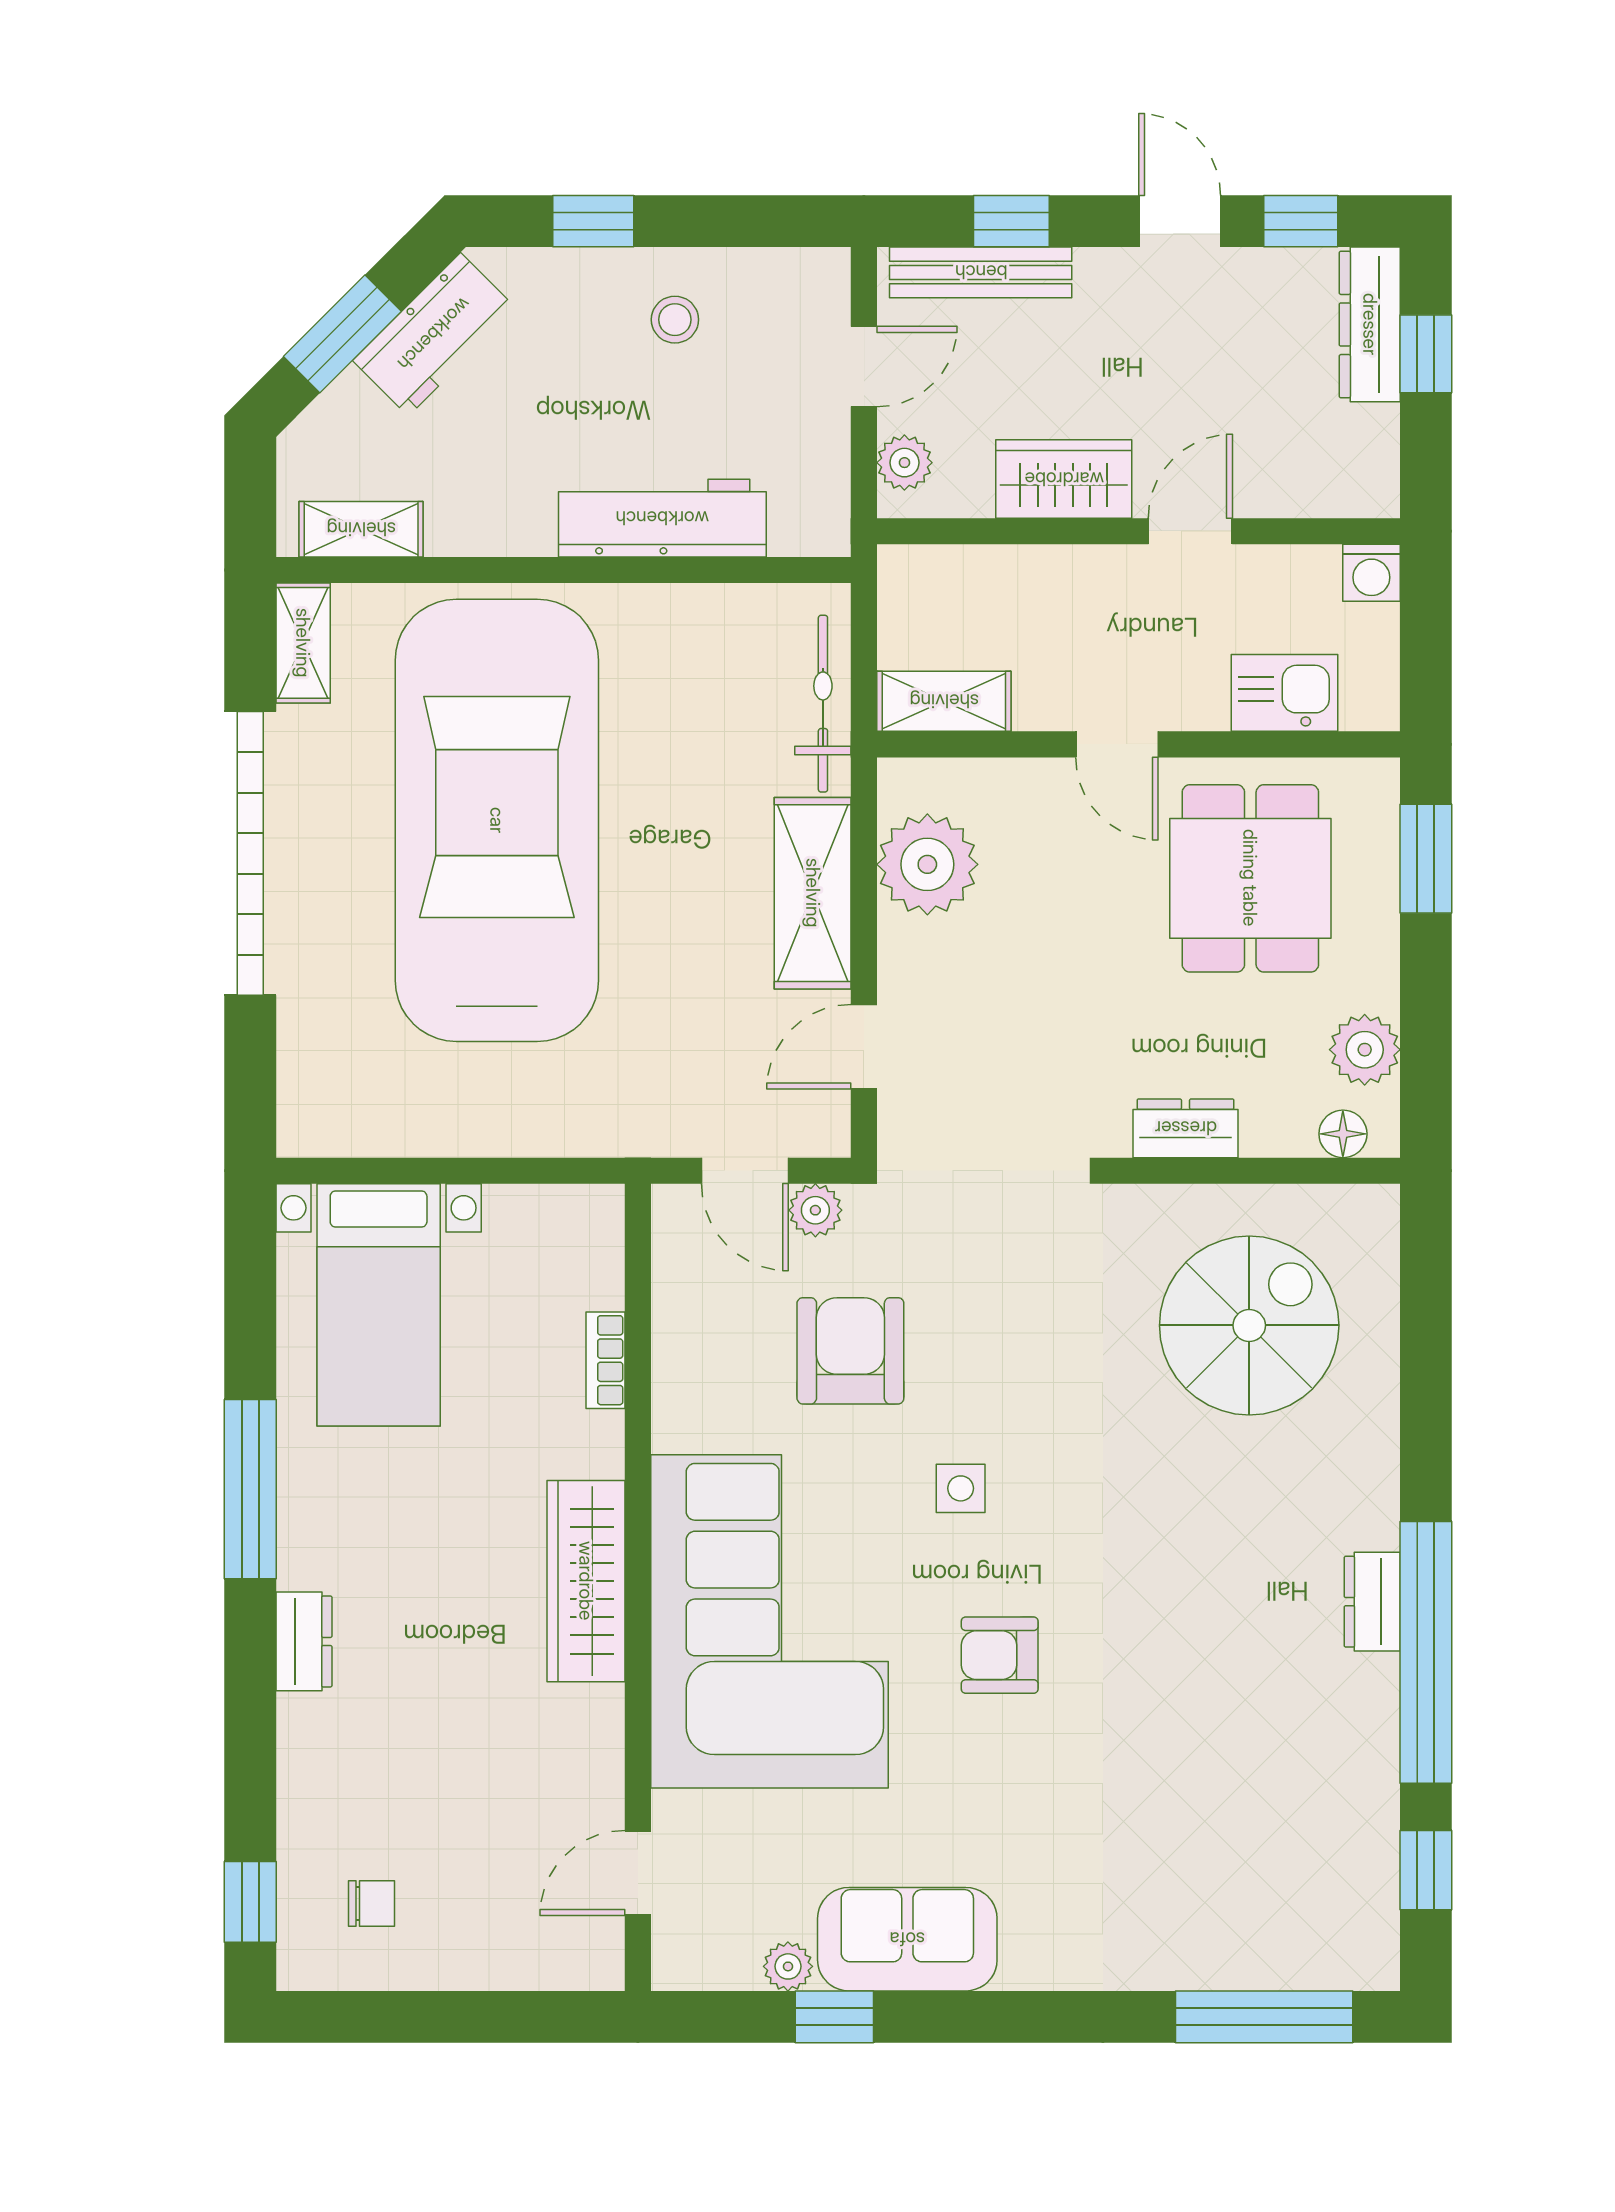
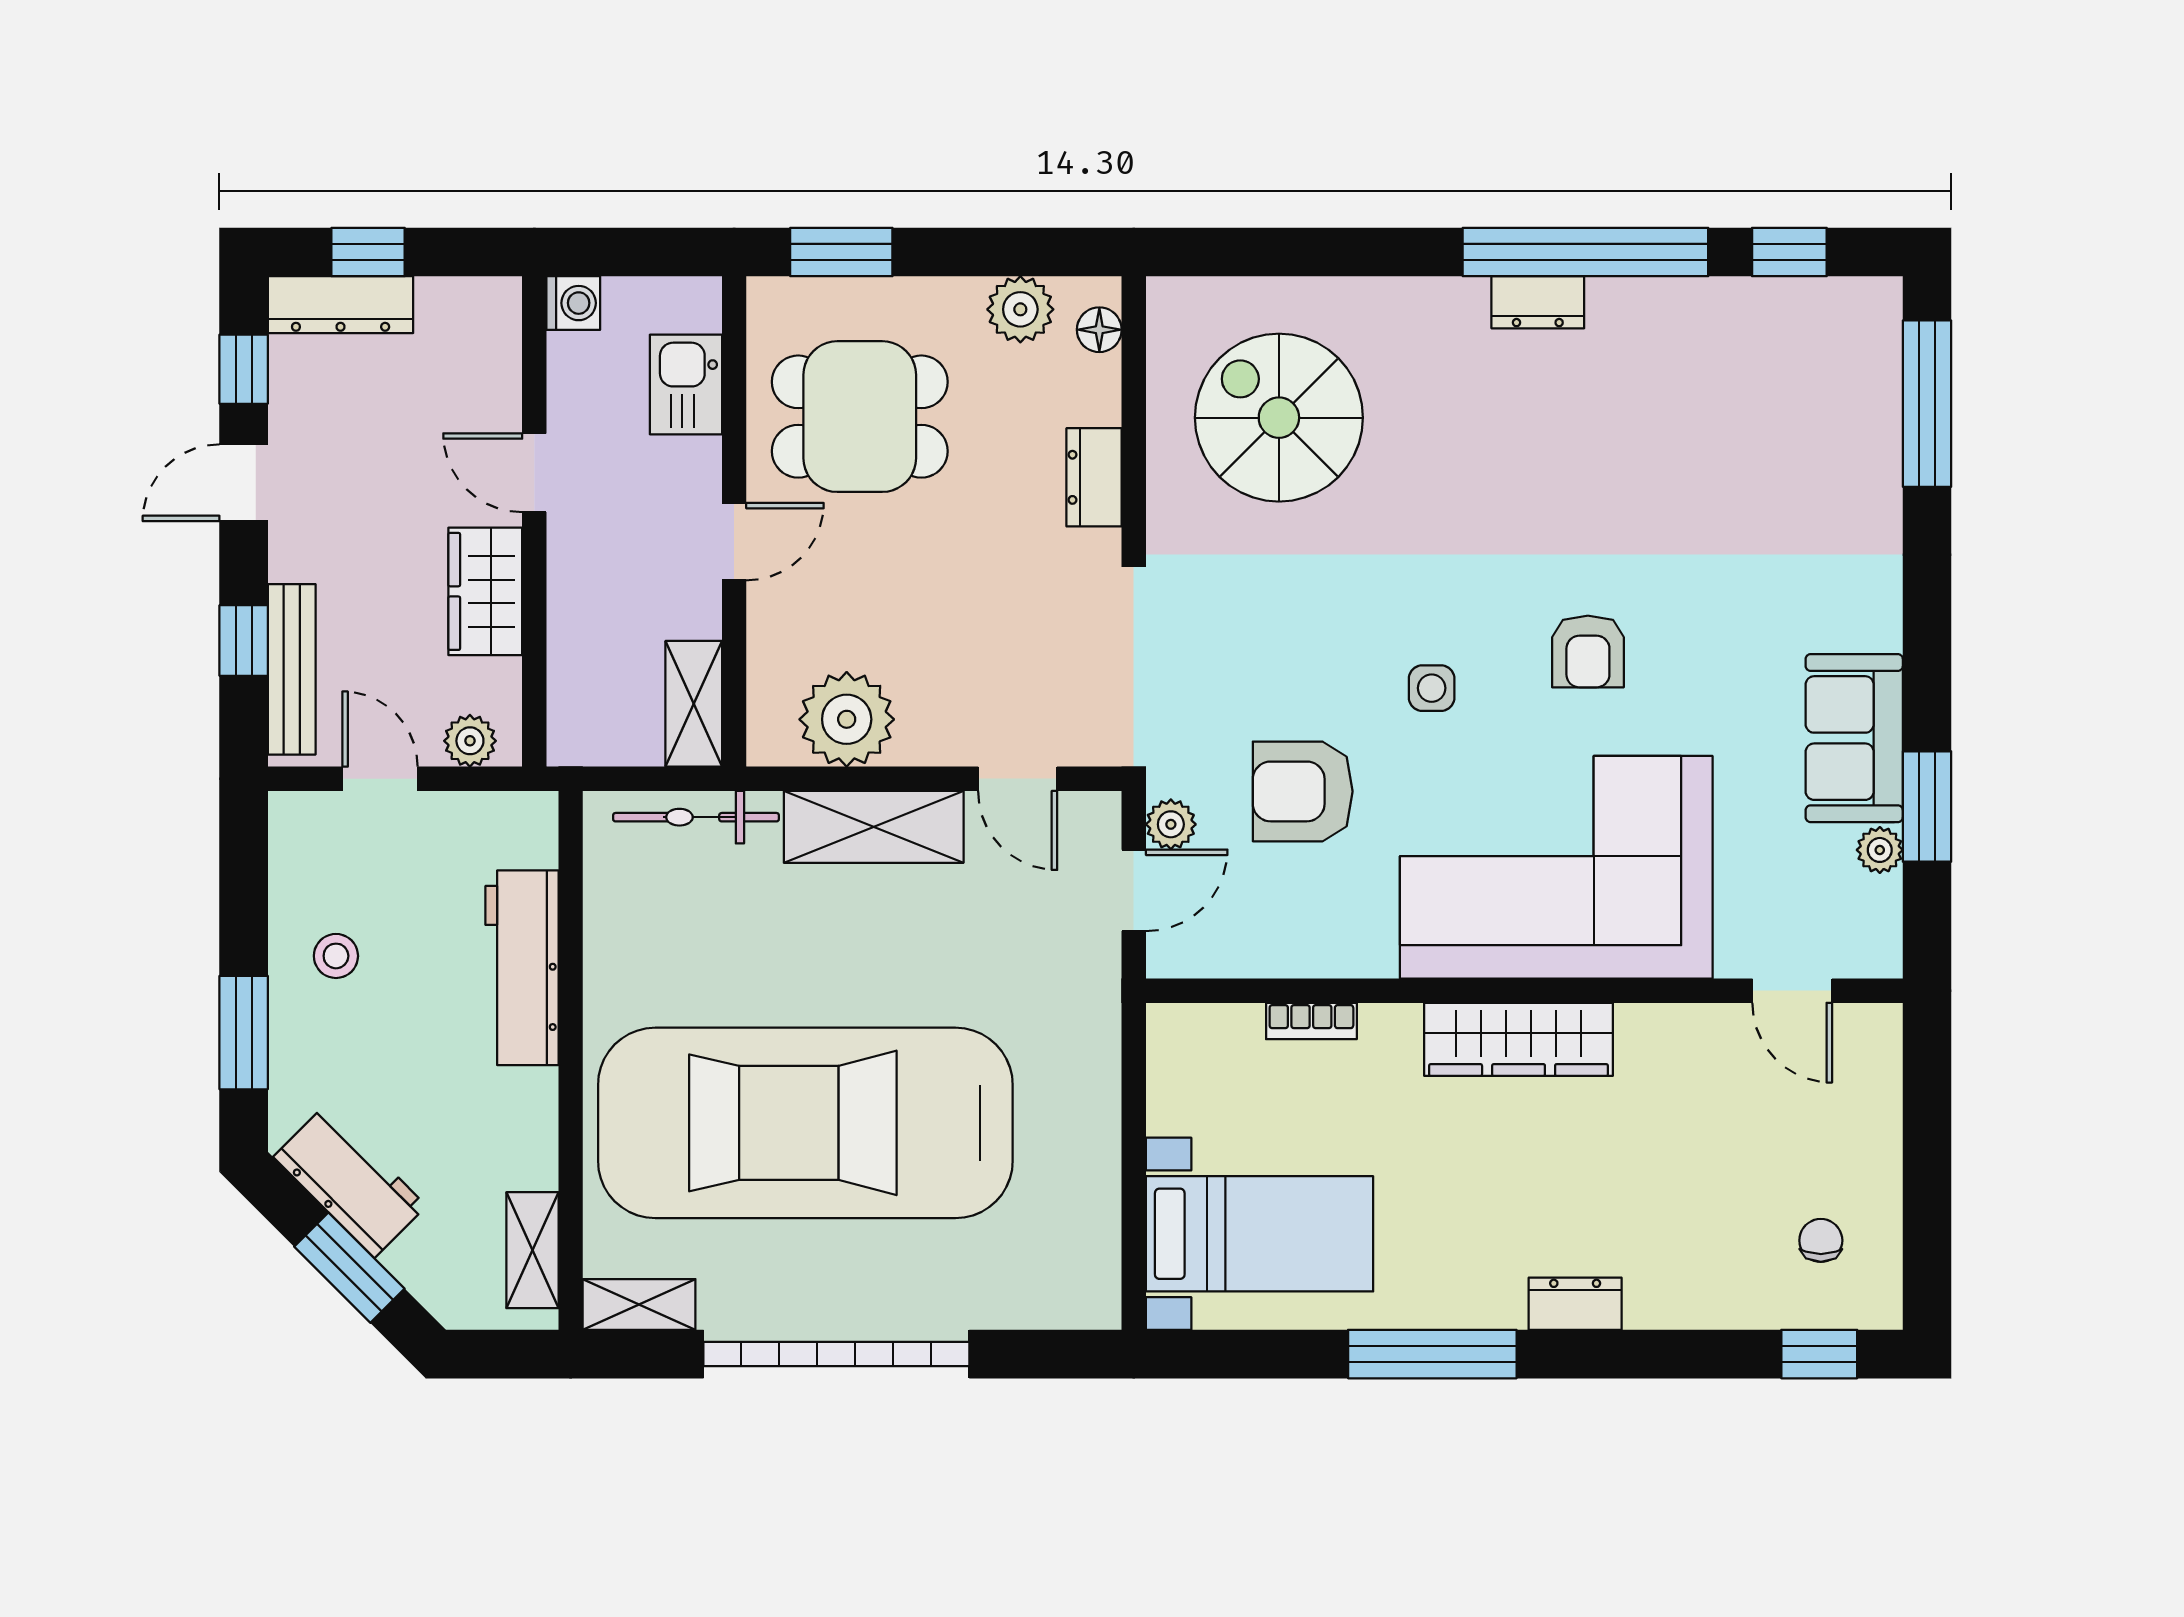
window: (593, 221) -> (244, 1033), width x1.50
window: (834, 2017) -> (1927, 806), width x1.50

